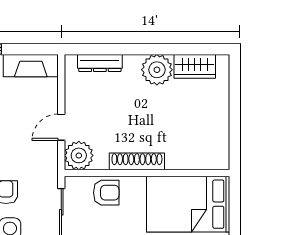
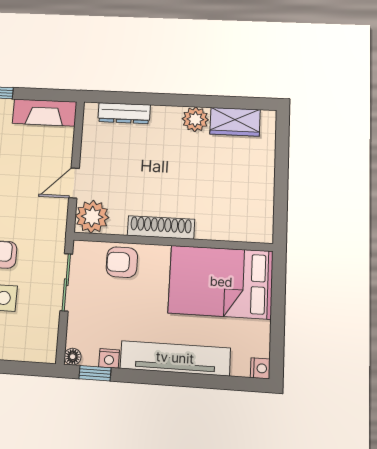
plant: (157, 70) -> (195, 119), width x0.73, depth x0.73
armchair: (106, 193) -> (122, 262), turned 180

